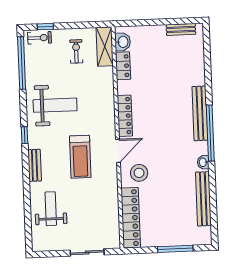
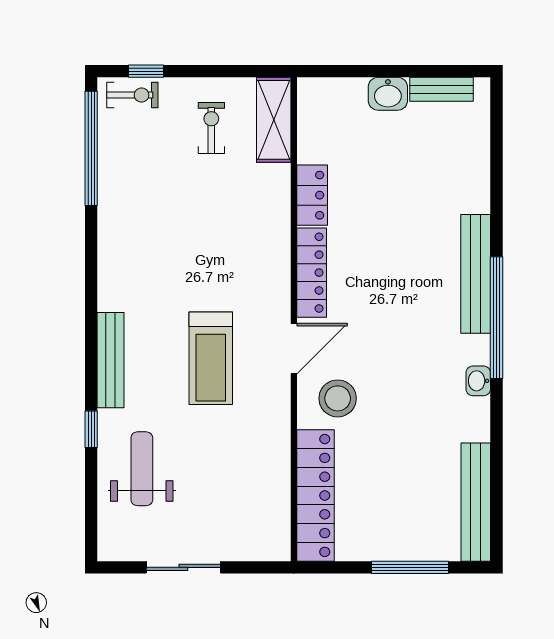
washbasin: (123, 42) -> (388, 94), moved, turned 90
locker: (123, 66) -> (312, 195), moved
weight bench: (55, 105) -> (160, 243), removed
window: (24, 135) -> (91, 429), moved
bench: (35, 165) -> (110, 360), width x1.36
bench: (203, 199) -> (476, 502), moved
sliding door: (87, 252) -> (183, 567), moved

